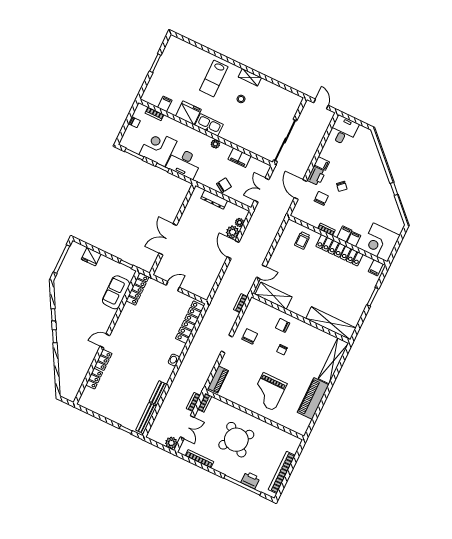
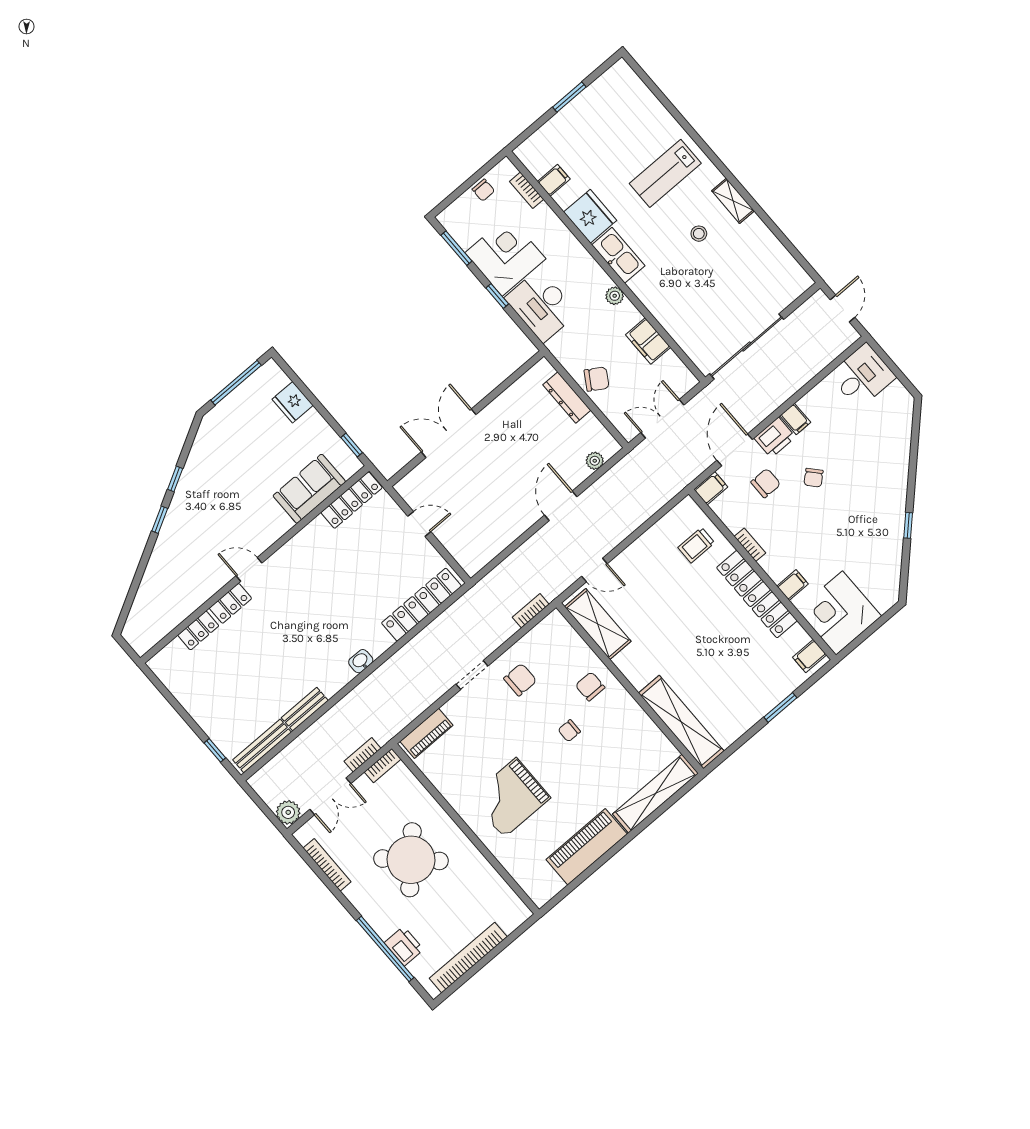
plant: (233, 232) -> (574, 473), removed
filing cabinet: (344, 234) -> (711, 488), moved

